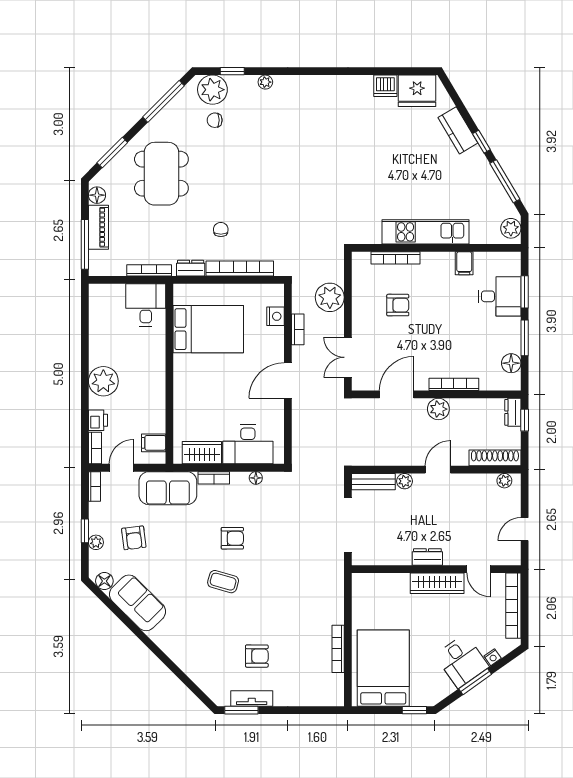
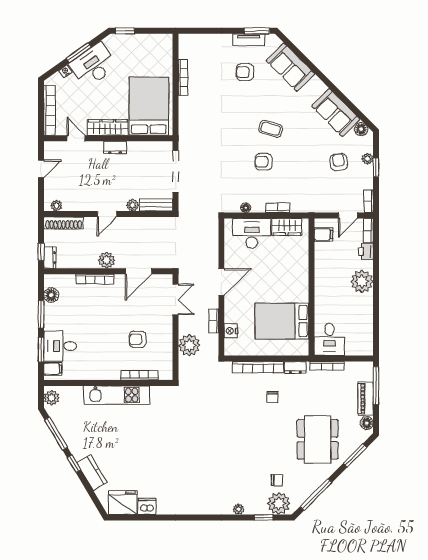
filing cabinet: (464, 263) -> (53, 369), moved, turned 90
sofa: (168, 488) -> (290, 67), moved, turned -135
desk: (462, 661) -> (93, 65), width x1.37
bed: (383, 668) -> (149, 106), moved, turned 180

